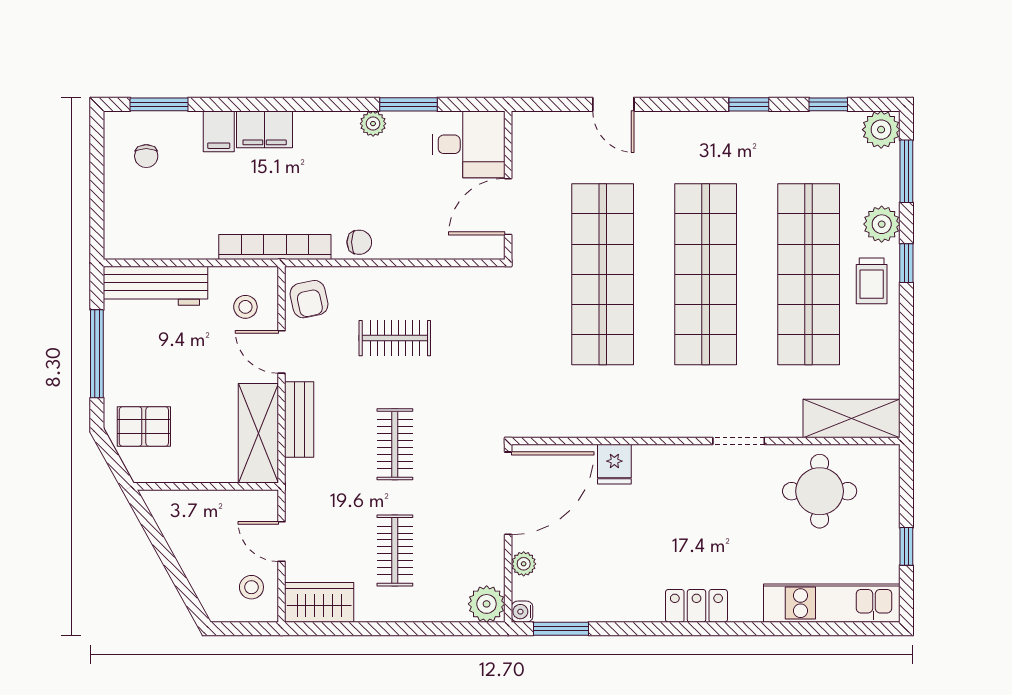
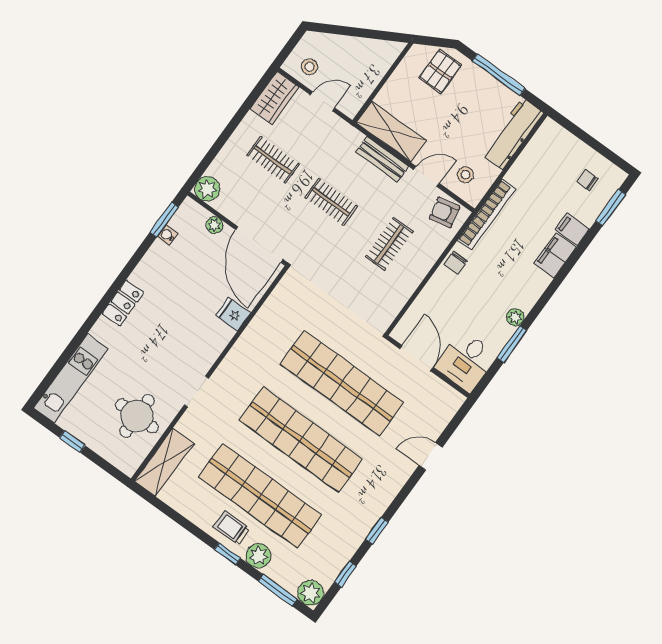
water cooler: (522, 612) -> (167, 235), moved, turned -90

